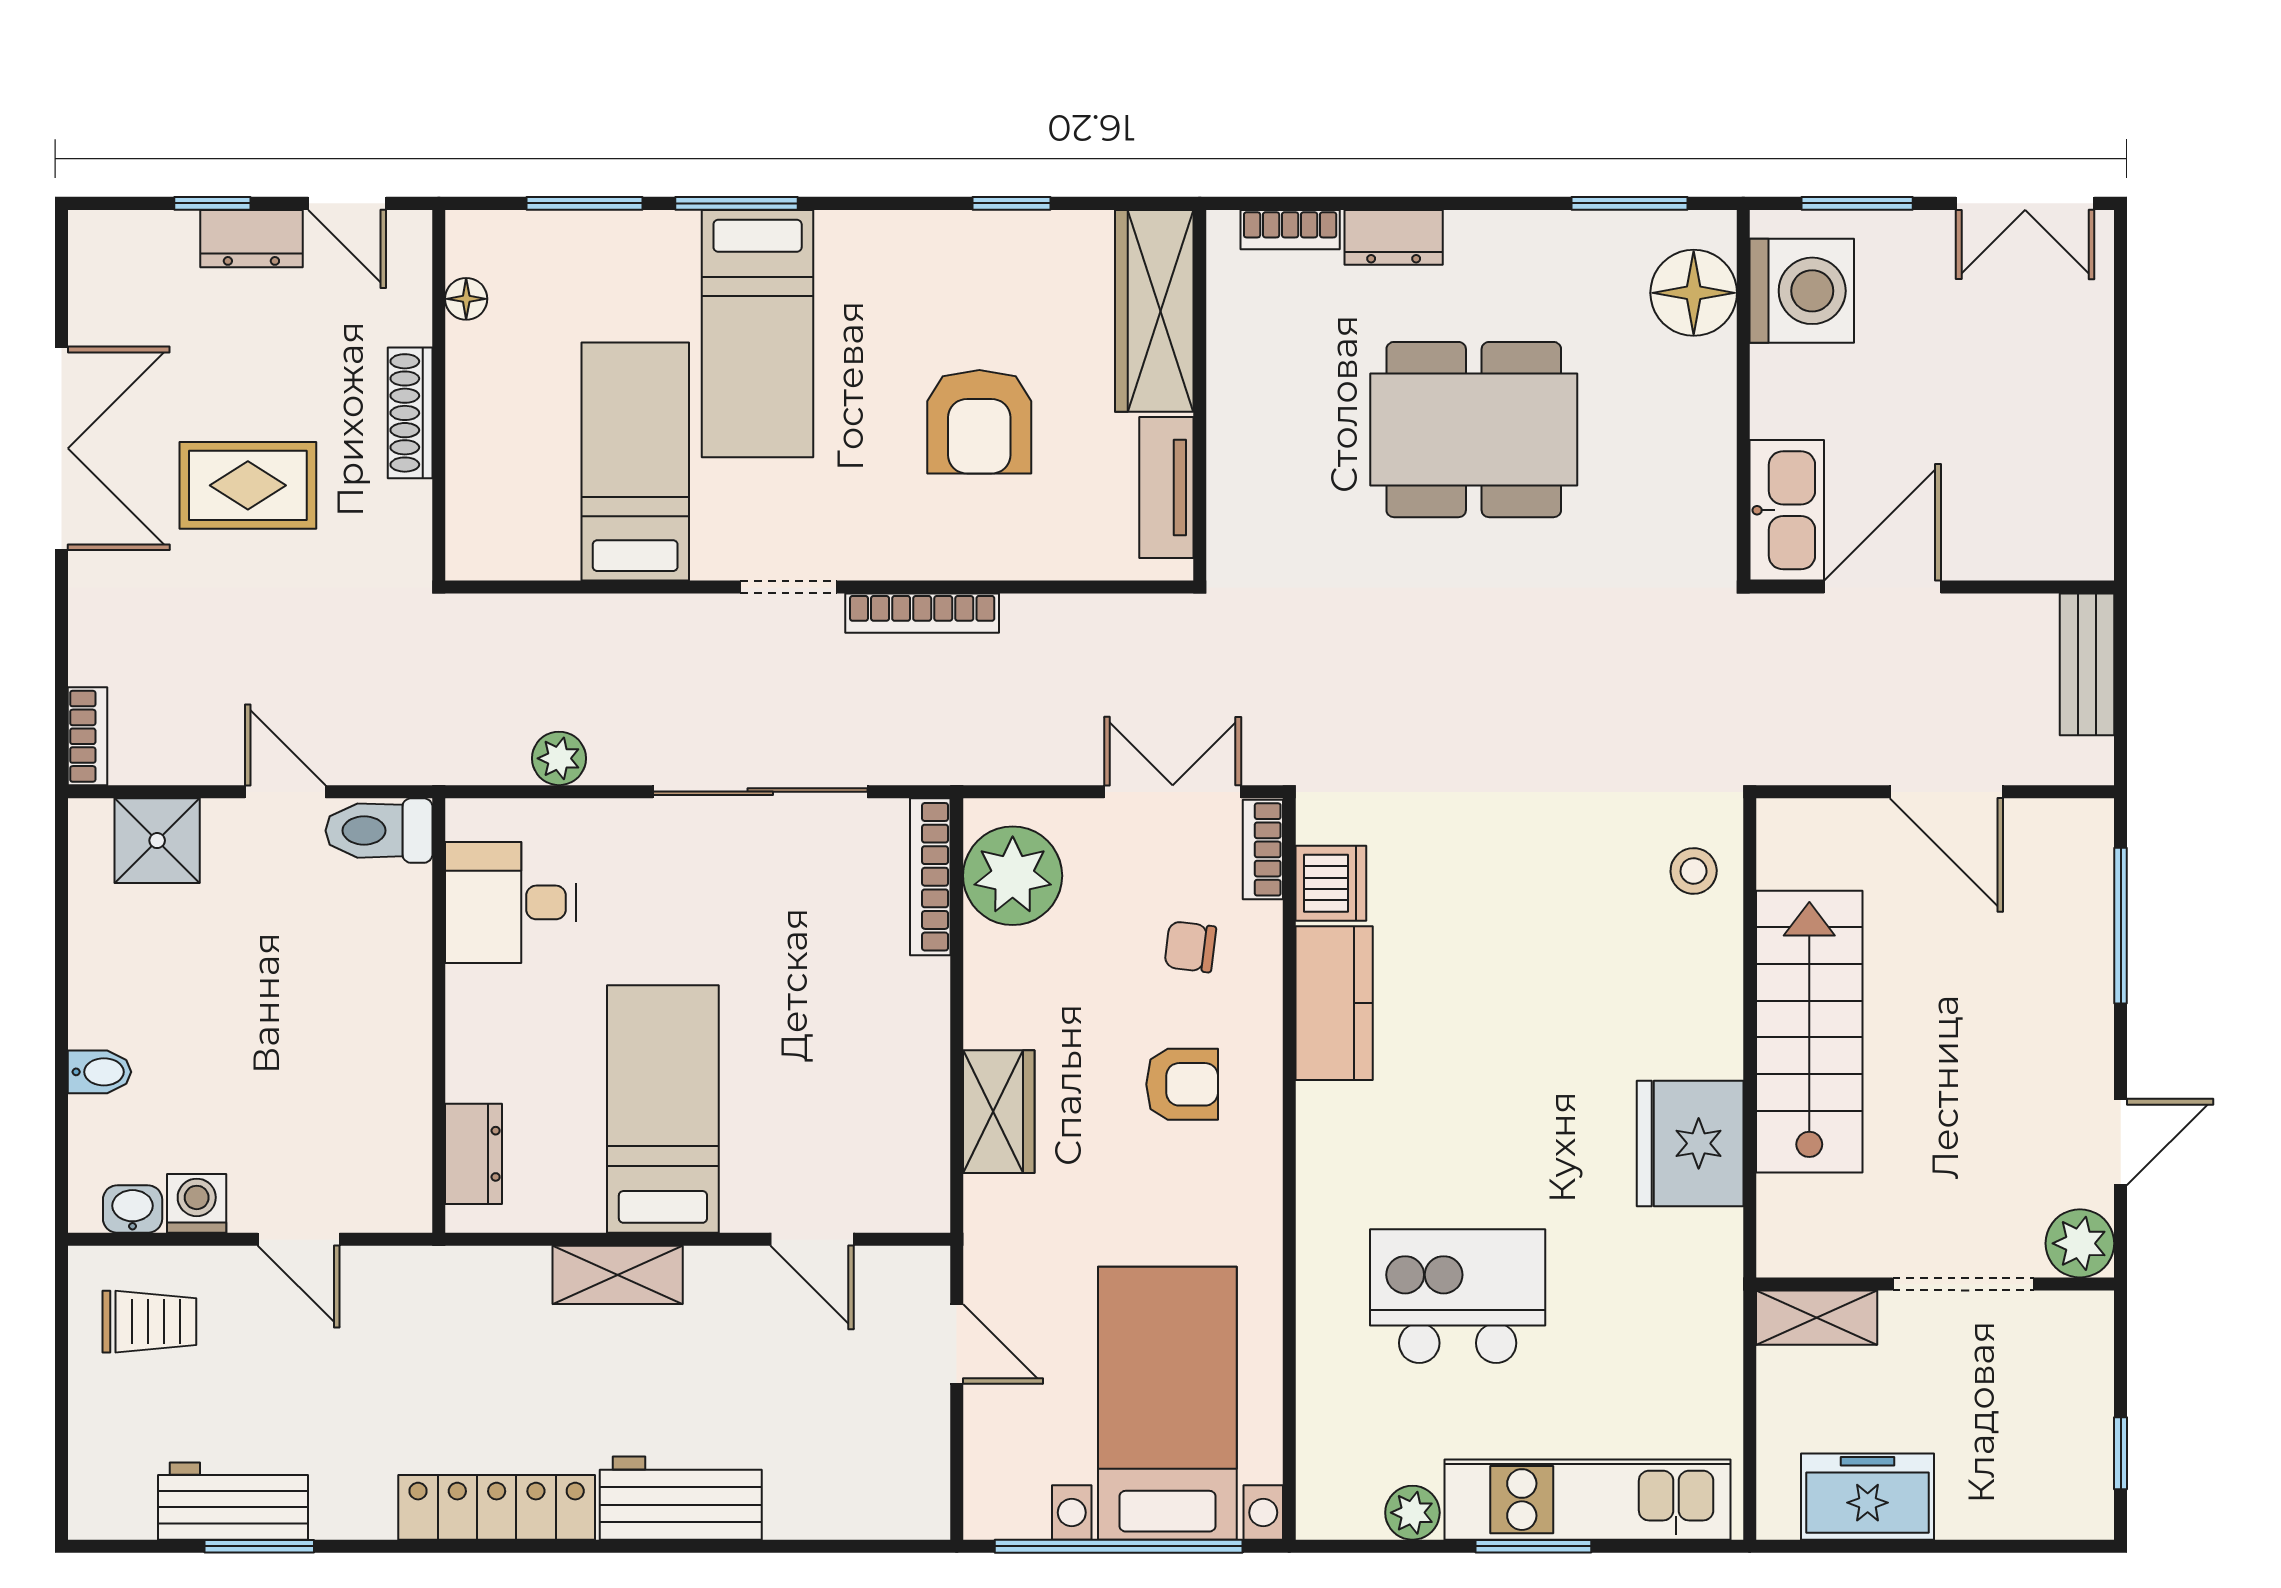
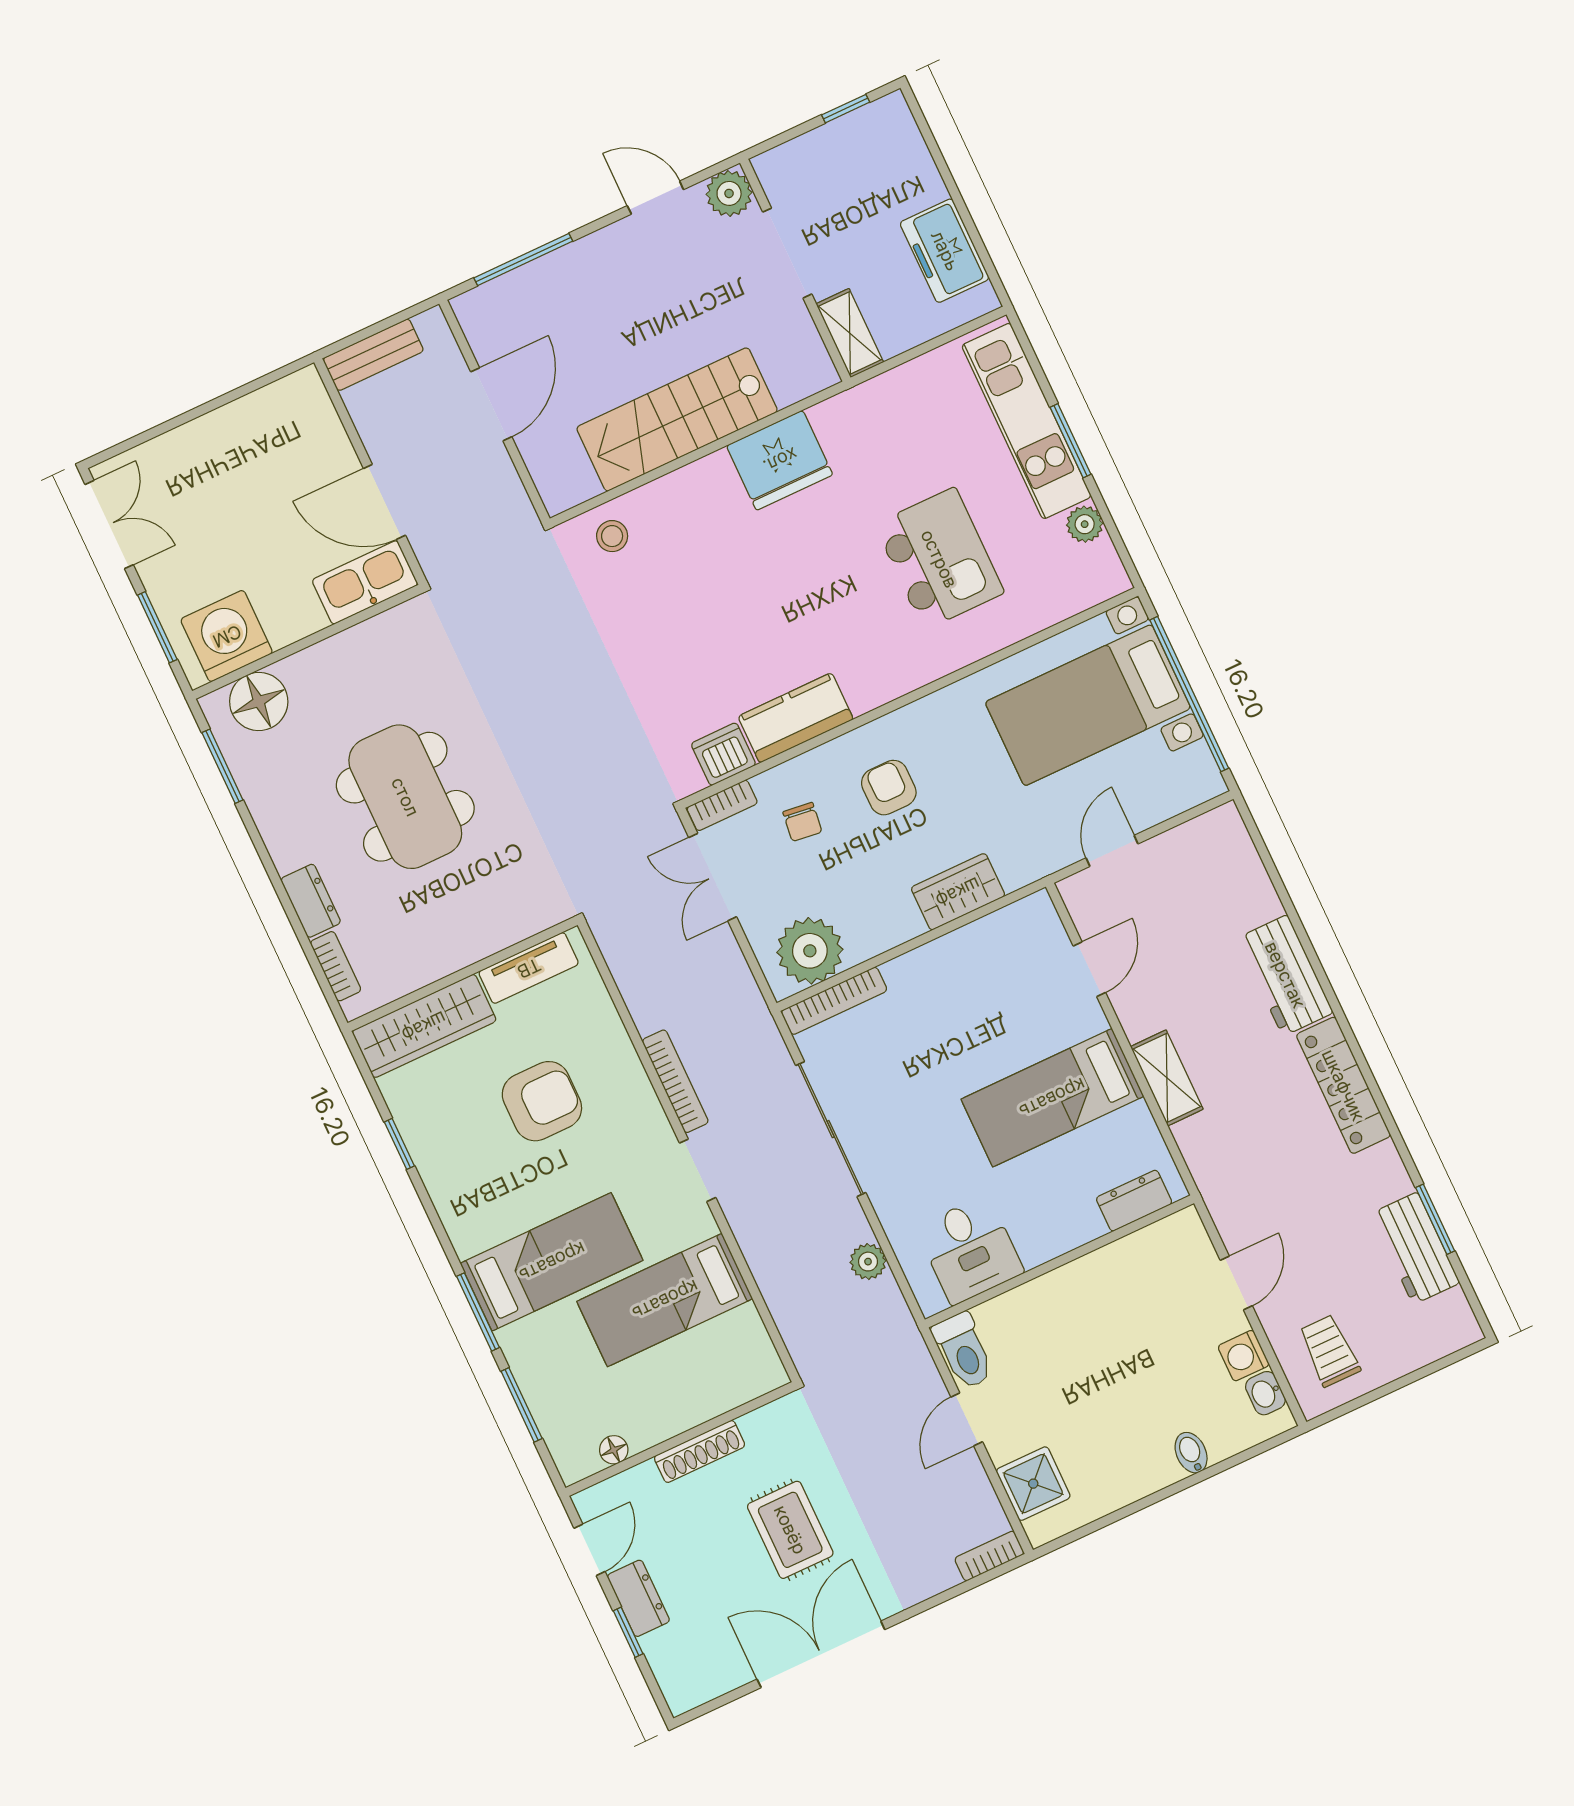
kitchen island: (1458, 1296) -> (939, 559), turned 180

